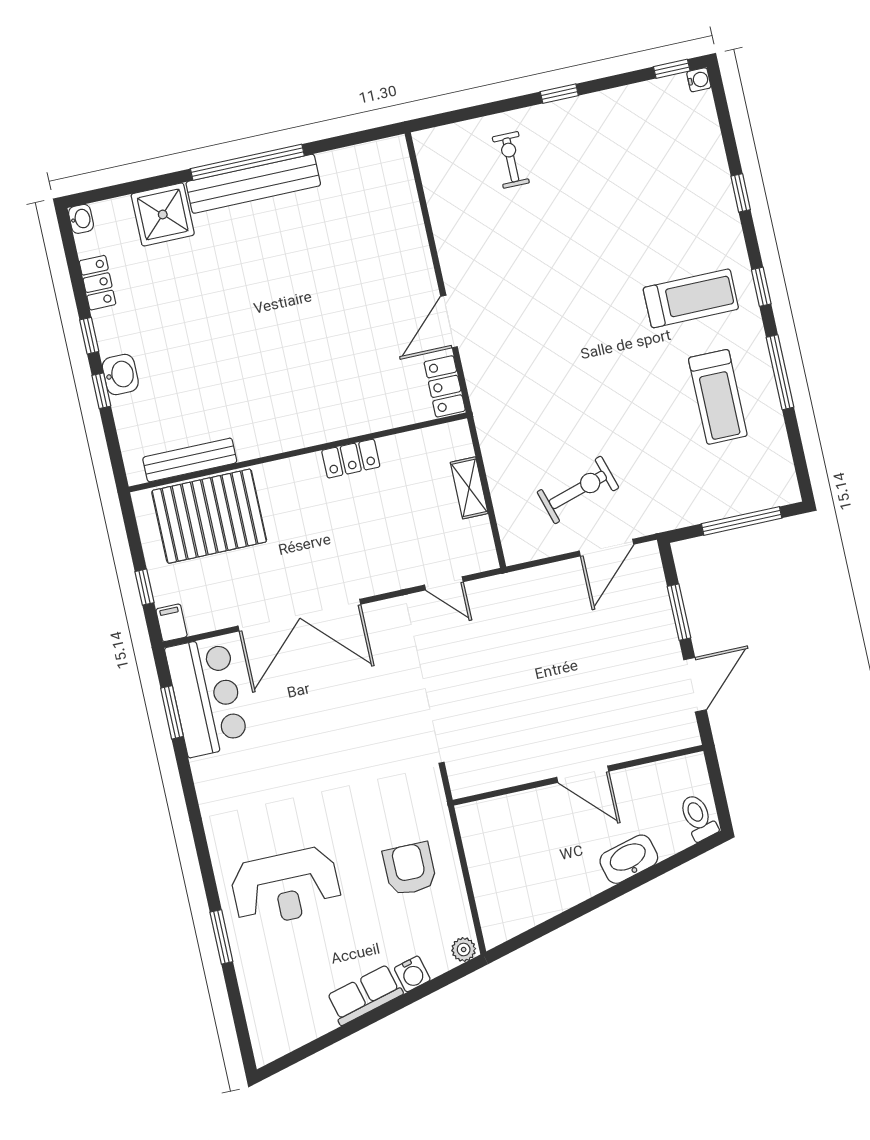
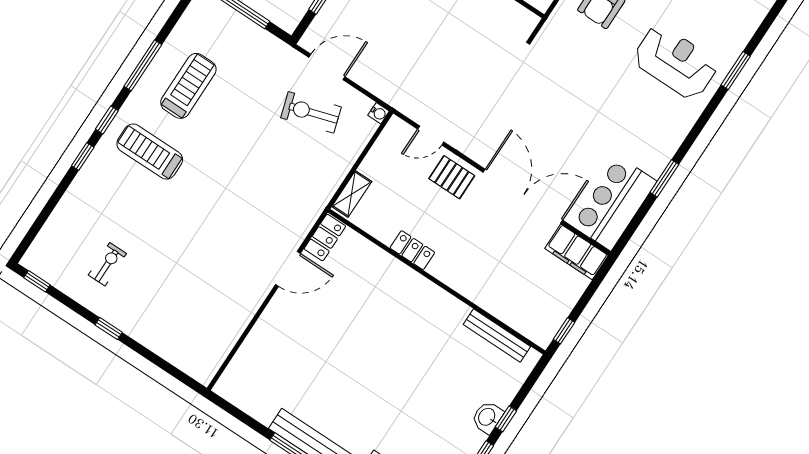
water cooler: (699, 80) -> (379, 113), moved, turned 180
exercise bike: (511, 160) -> (107, 264), moved, turned 180
window: (741, 193) -> (83, 157), moved
shelving: (469, 488) -> (352, 194), moved
pallet: (209, 516) -> (452, 177), moved, width x0.49, depth x0.50
door: (444, 583) -> (431, 135), swing flipped
window: (144, 587) -> (564, 331), moved
filing cabinet: (172, 623) -> (576, 252), width x3.00, depth x1.17
window: (172, 712) -> (664, 178), moved

